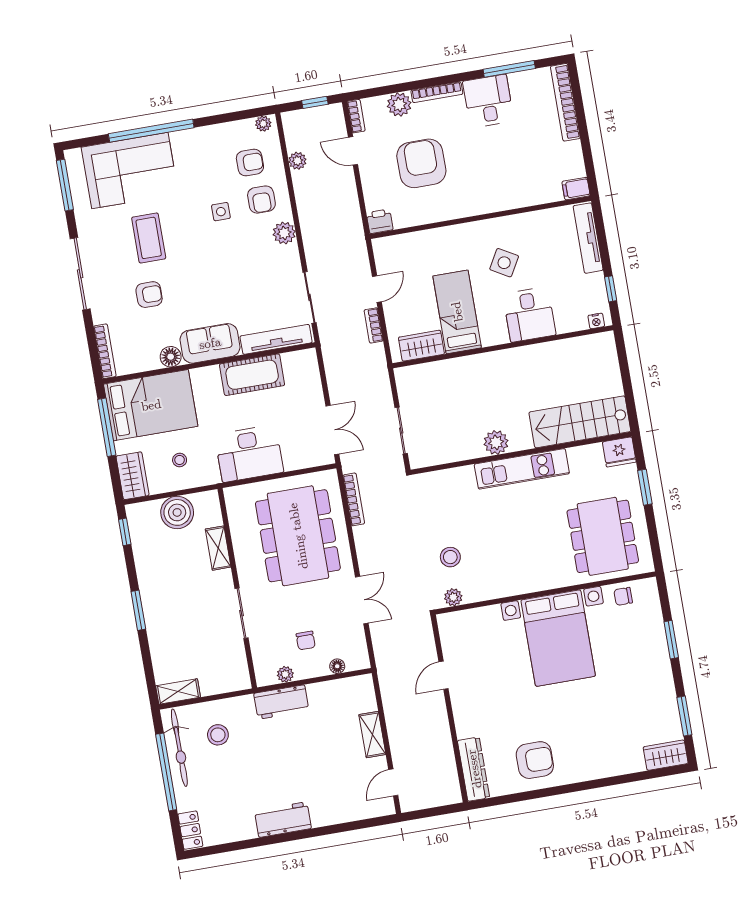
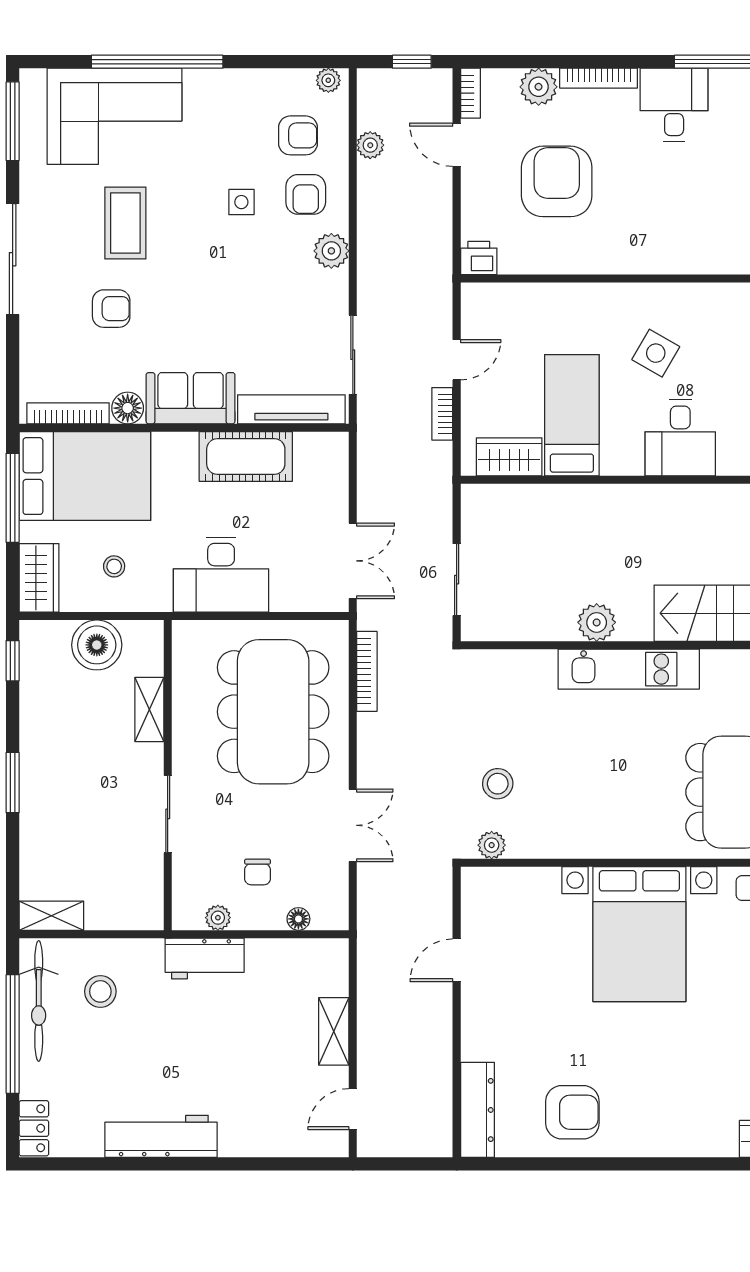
bookcase: (105, 351) -> (68, 413), moved, turned -90
workbench: (283, 820) -> (161, 1136), width x1.38

